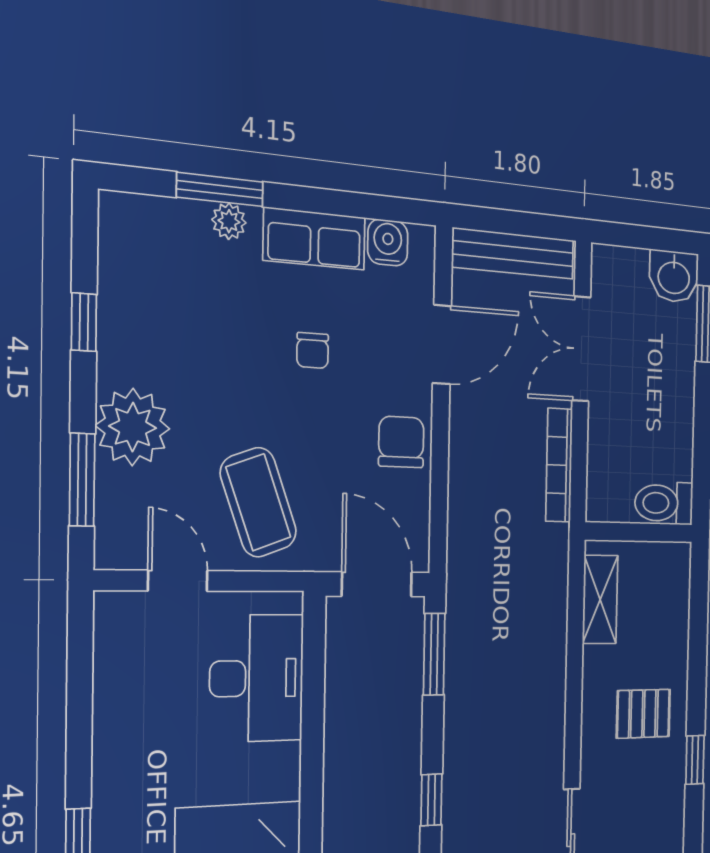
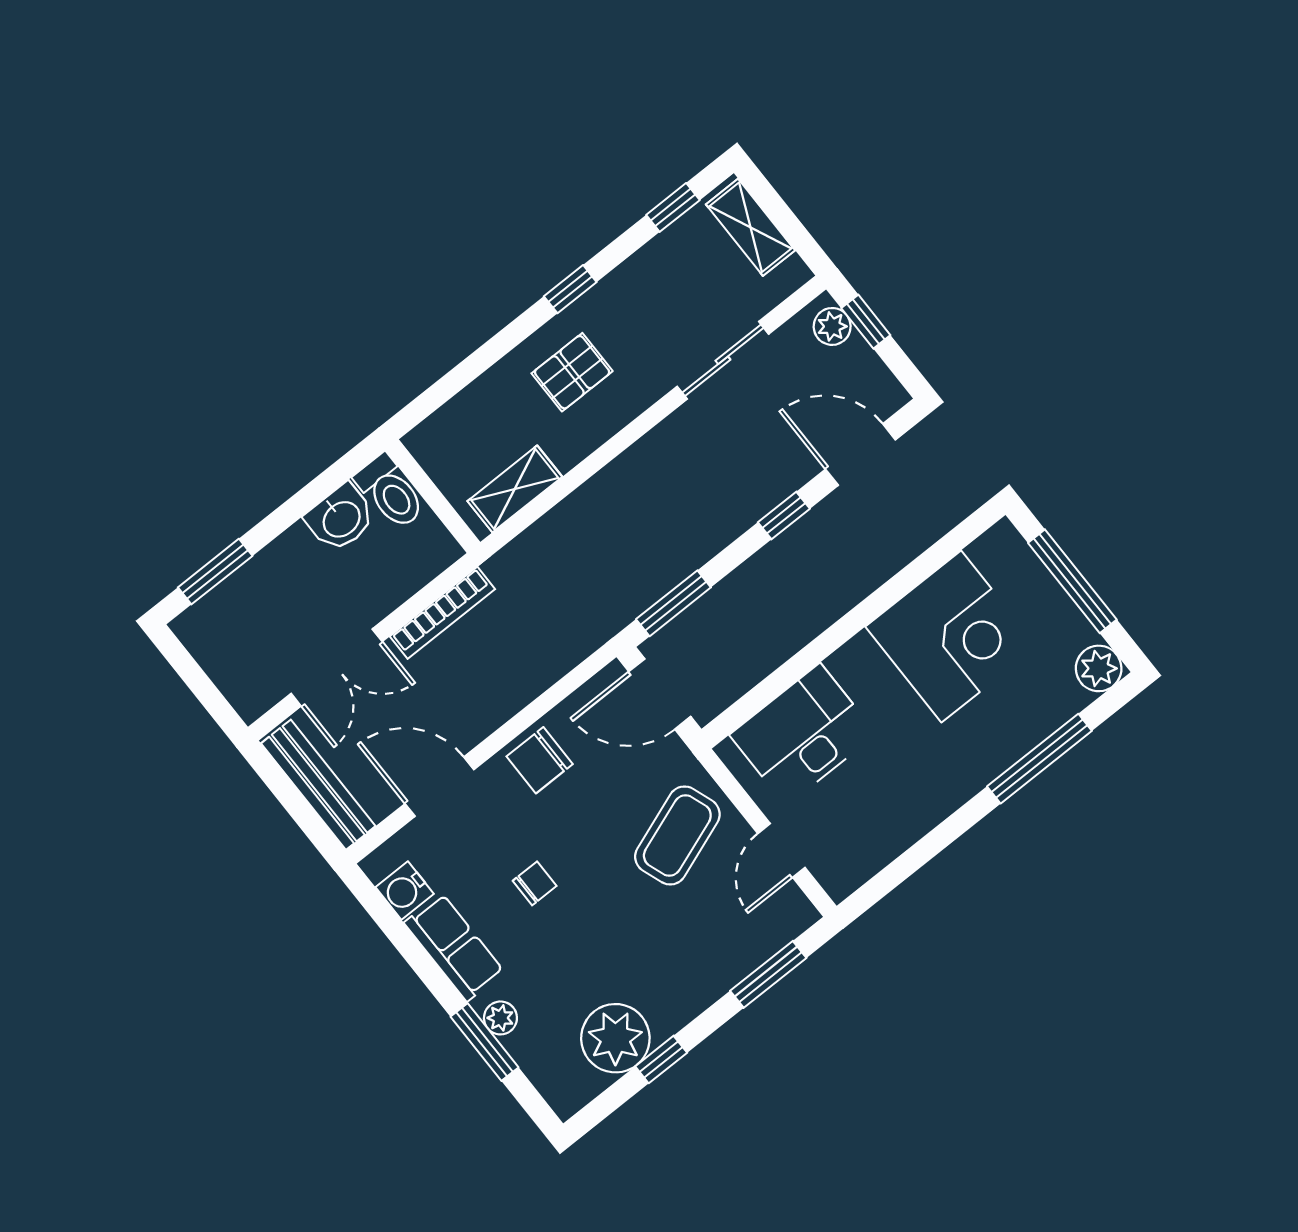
washbasin: (674, 276) -> (341, 518), moved, turned 90
plant: (133, 427) -> (615, 1038), moved
door: (377, 584) -> (660, 694), hinge flipped
pallet: (643, 714) -> (572, 372), turned 90

